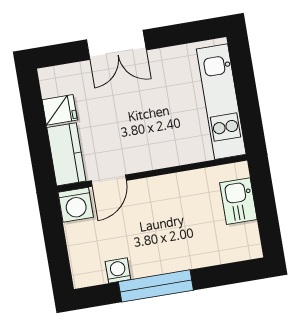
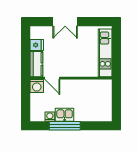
door: (109, 181) -> (52, 78), hinge flipped
kitchen sink: (238, 201) -> (65, 115), moved, turned 90

